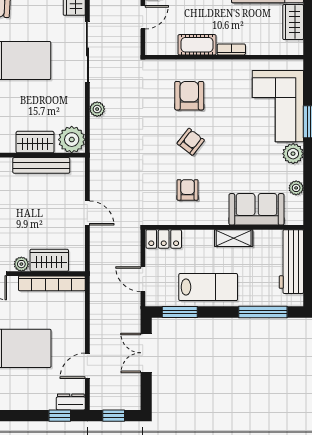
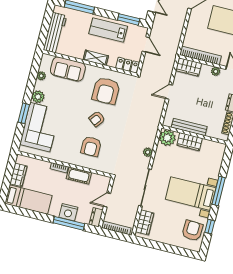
armchair: (188, 190) -> (106, 91), width x1.88, depth x1.88
door: (87, 213) -> (169, 92), hinge flipped
shelving: (234, 238) -> (96, 58), moved
wardrobe: (49, 260) -> (189, 67), moved

